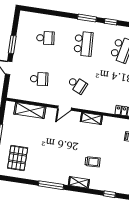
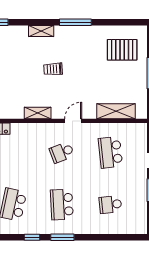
school desk: (39, 79) -> (110, 152), width x1.85
school desk: (77, 85) -> (62, 152), turned -45
pallet: (18, 158) -> (122, 50), turned 90
trolley: (92, 162) -> (53, 69), moved

